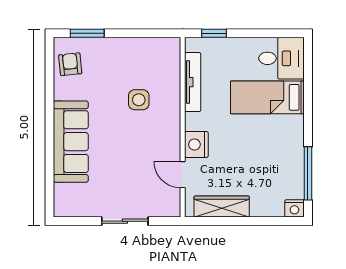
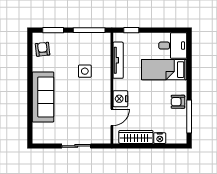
window: (146, 33) -> (89, 30), added
armchair: (290, 149) -> (178, 102), added
door: (183, 175) -> (112, 117), swing flipped
nightstand: (294, 208) -> (160, 138), moved

